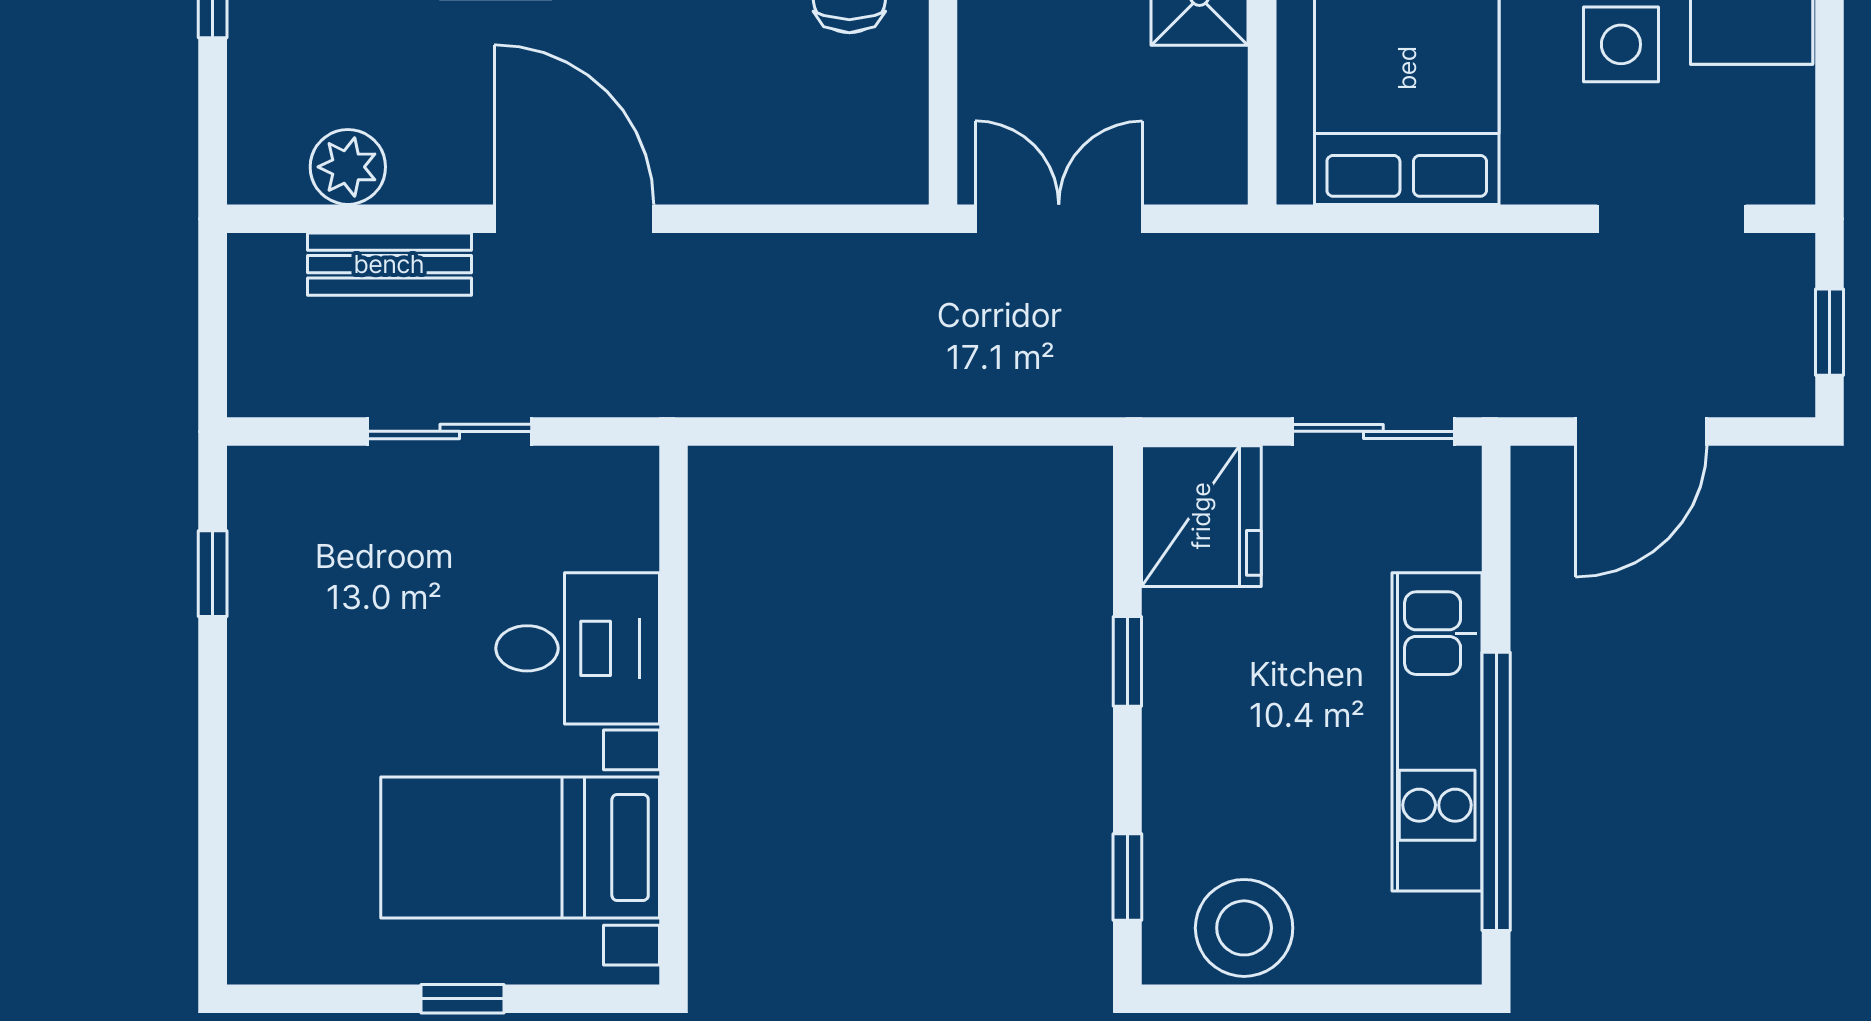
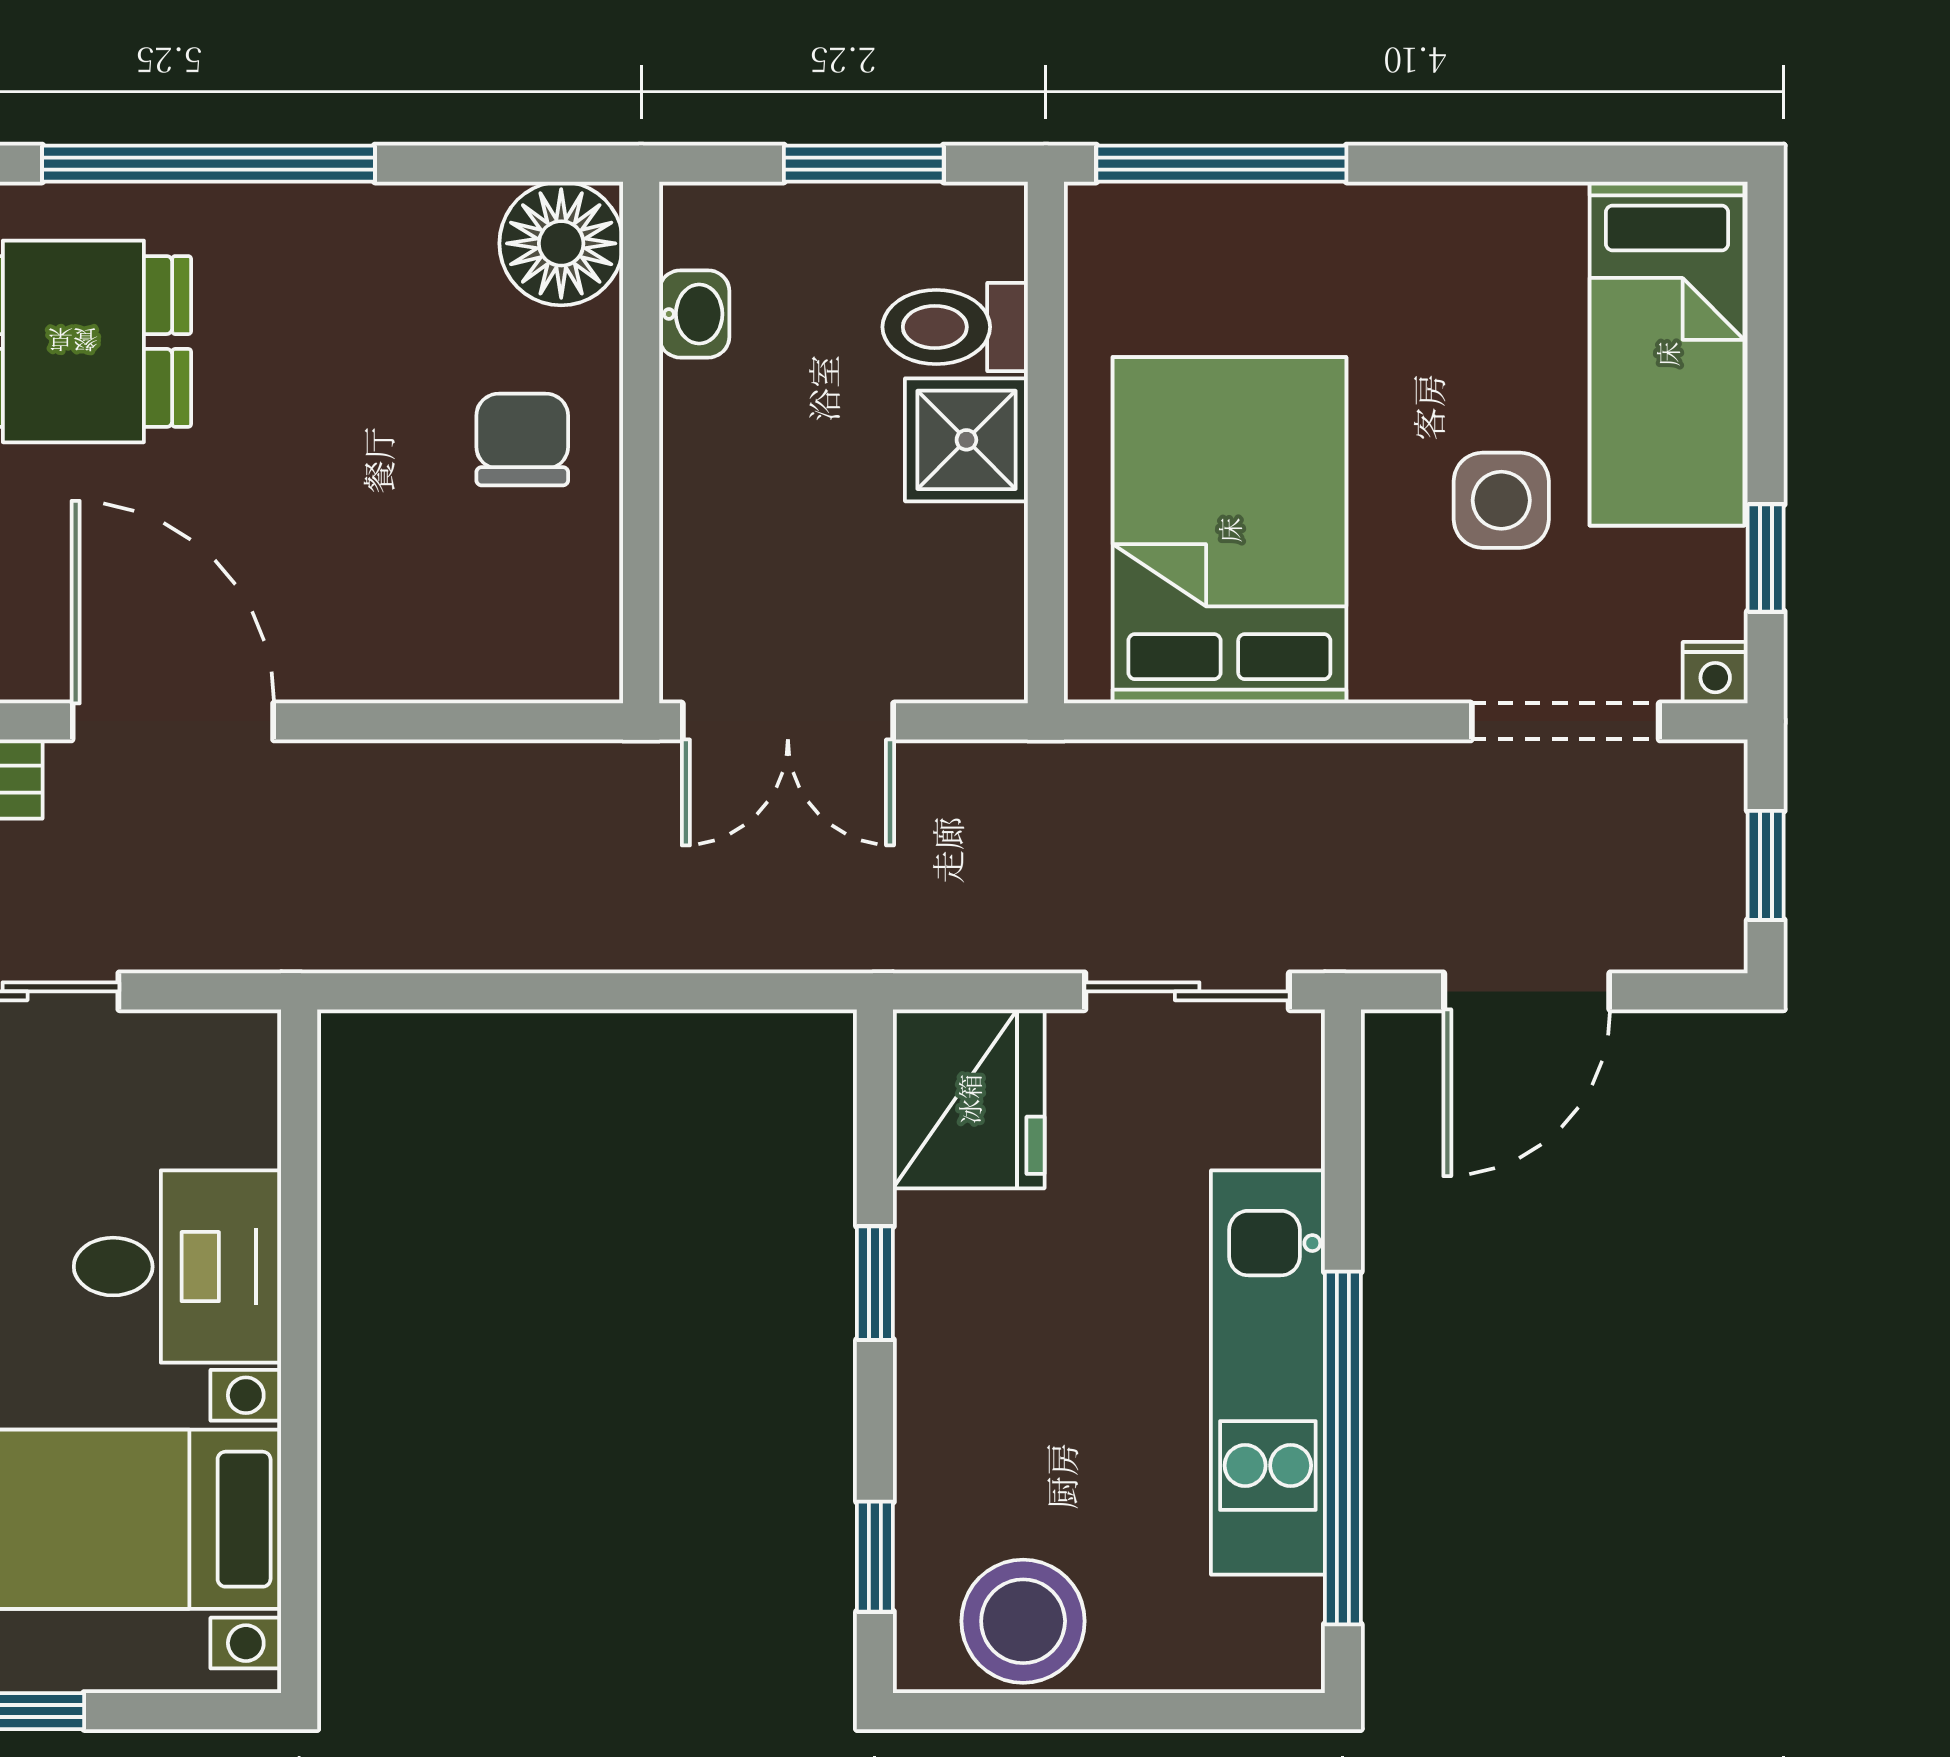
window: (1829, 90) -> (1766, 558), added
nightstand: (1790, 180) -> (1715, 673), added
double door: (1059, 219) -> (788, 721), swing flipped

